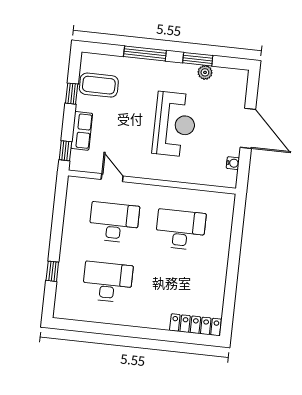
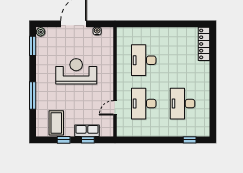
window: (198, 59) -> (33, 46), moved
plant: (205, 72) -> (41, 32), moved
window: (65, 151) -> (88, 140), moved
window: (52, 271) -> (190, 140), moved

